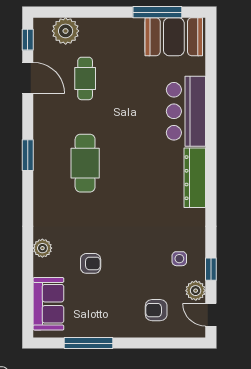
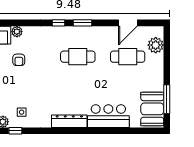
window: (28, 40) -> (58, 23), moved
cafe table: (85, 78) -> (128, 57), width x1.37, depth x1.35
plant: (42, 248) -> (17, 32), moved

